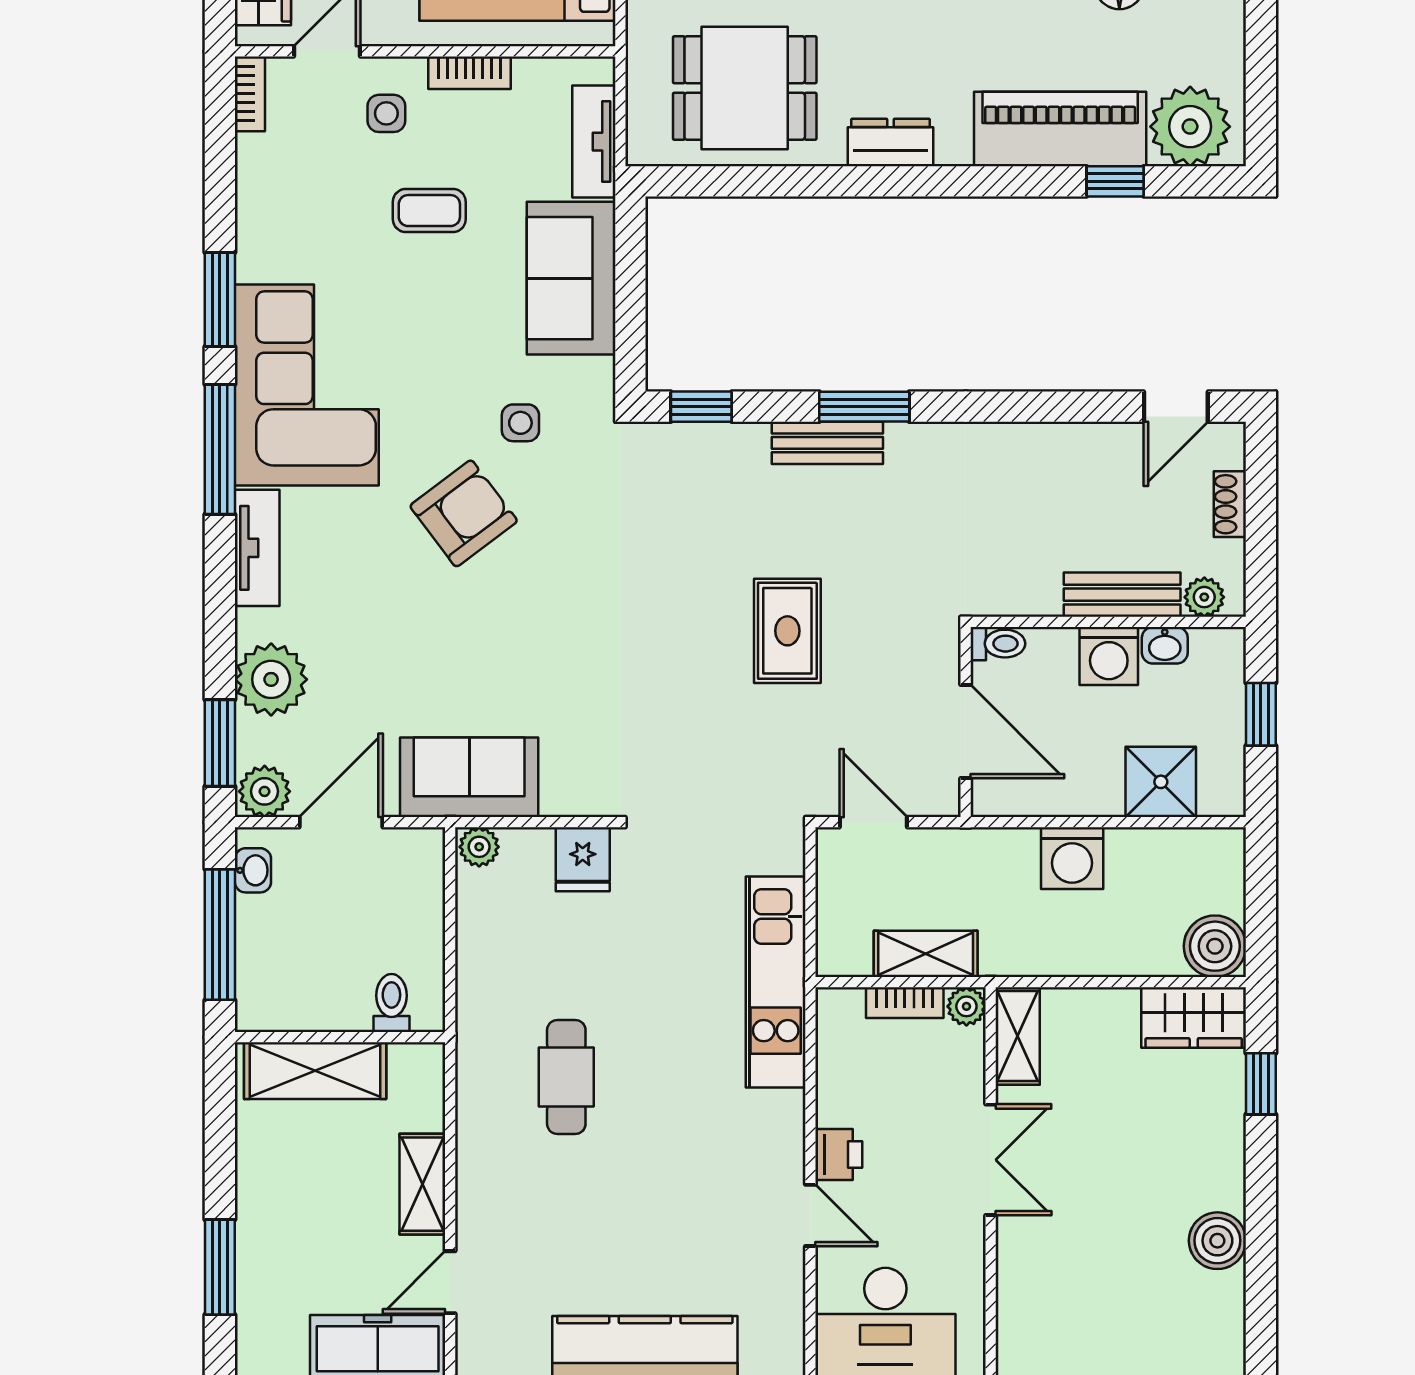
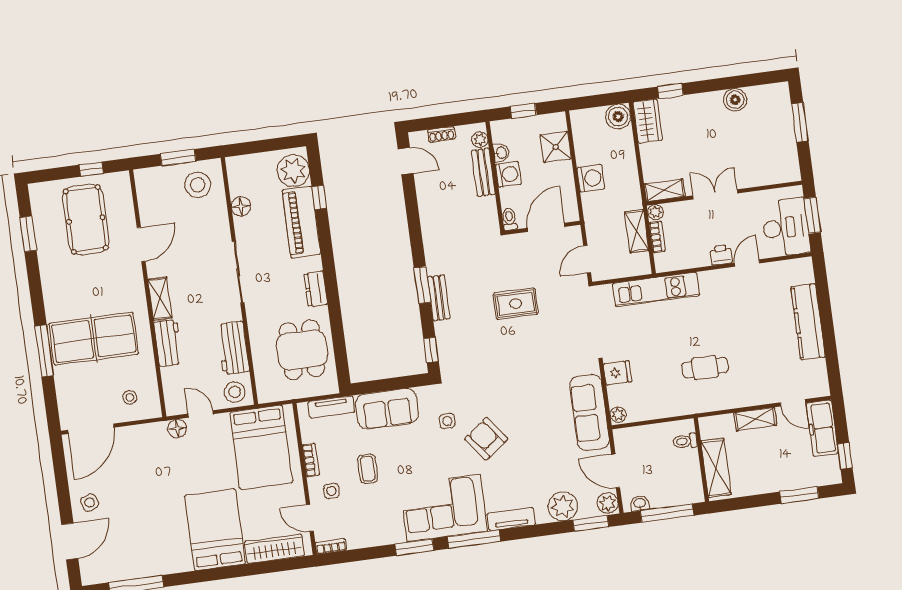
sofa: (469, 777) -> (590, 412), width x1.36

